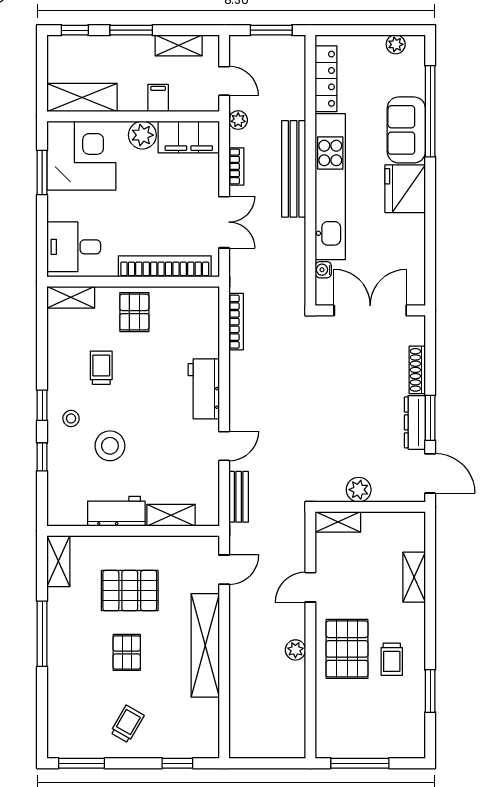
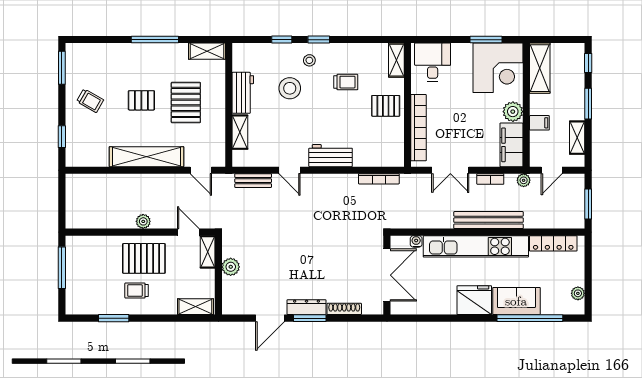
plant: (359, 490) -> (231, 267), moved
wall: (370, 507) -> (218, 275), moved
shelving: (338, 522) -> (208, 252), moved

